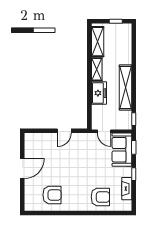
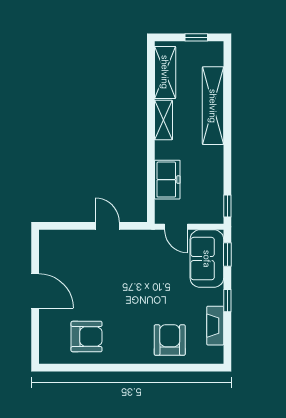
shelving: (125, 87) -> (213, 106), moved
freezer: (99, 93) -> (167, 180), moved
door: (64, 131) -> (107, 226), swing flipped
door: (22, 168) -> (35, 291), hinge flipped
armchair: (100, 197) -> (170, 340), turned -90

